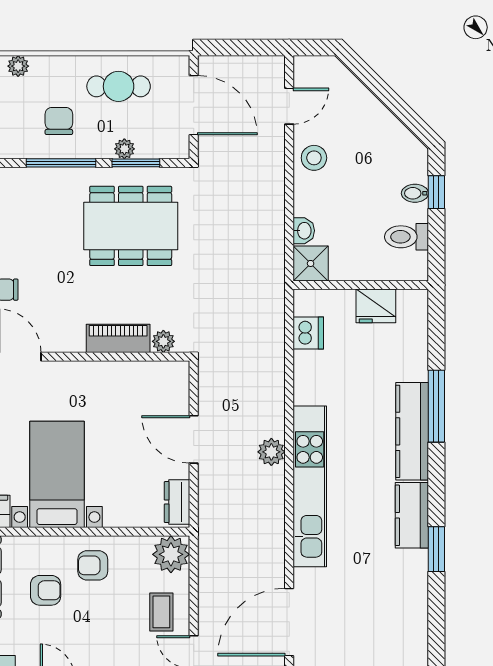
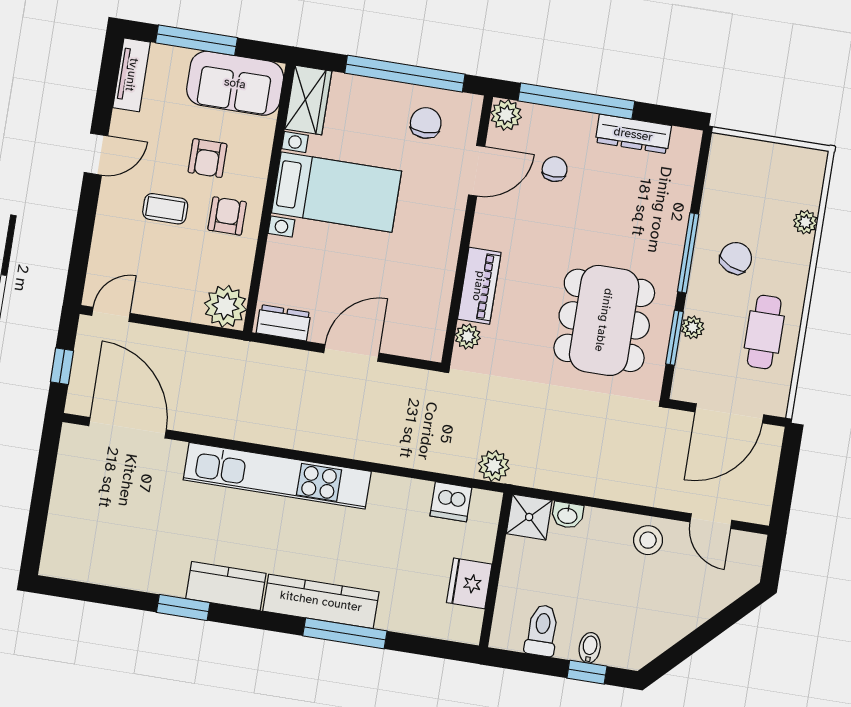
chair: (59, 121) -> (736, 258), turned -66
plant: (271, 452) -> (494, 466), moved
coffee table: (161, 612) -> (165, 209), moved

